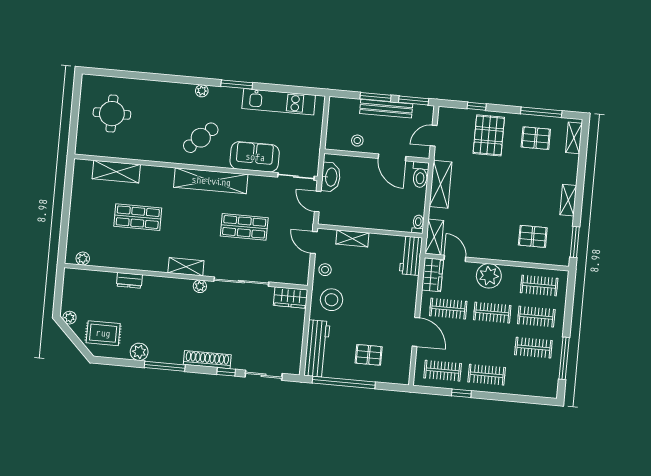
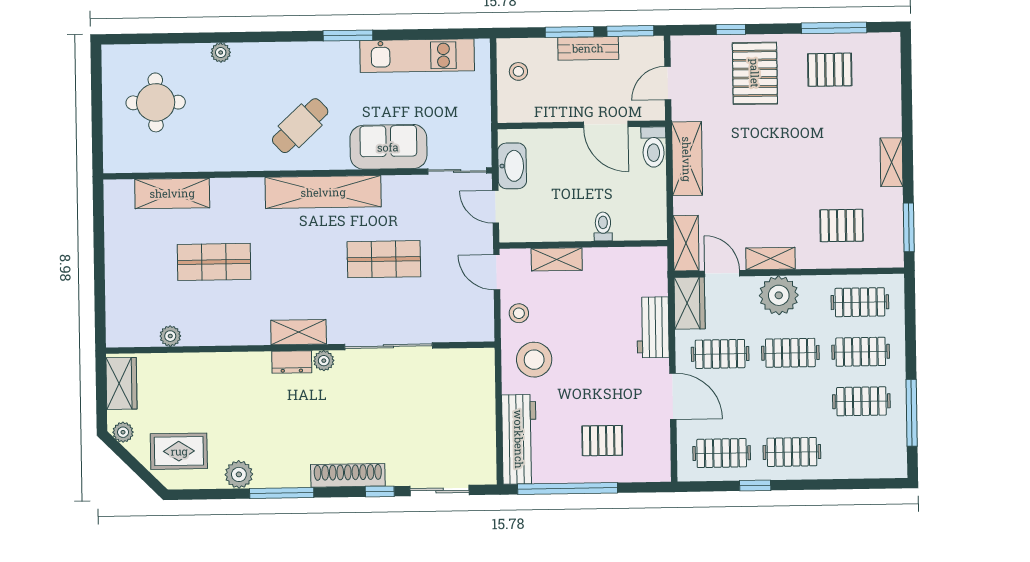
plant: (202, 91) -> (221, 52), moved
bench: (386, 109) -> (588, 48), width x0.73
shelving: (574, 138) -> (771, 258), moved, turned 90
stool: (357, 141) -> (518, 71), moved
toilet: (418, 224) -> (603, 226), moved
workbench: (411, 256) -> (653, 327), moved
plant: (83, 259) -> (170, 336), moved
dresser: (129, 280) -> (292, 362), moved
wardrobe: (291, 298) -> (121, 383), moved, turned -90

